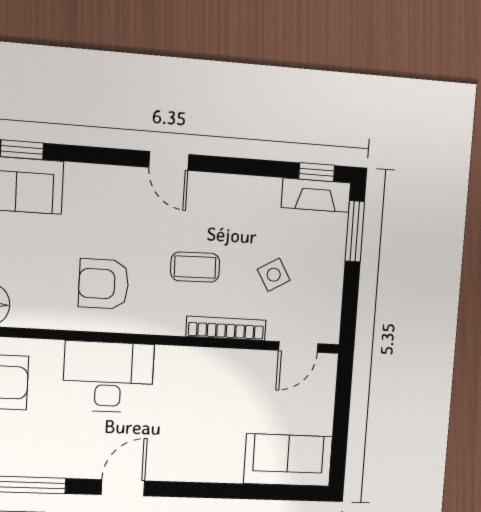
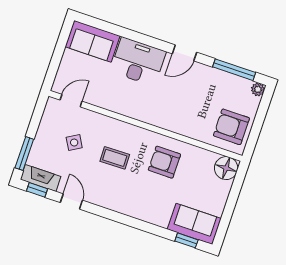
door: (169, 161) -> (71, 201), moved
armchair: (104, 284) -> (164, 162), turned 180
bookcase: (226, 328) -> (107, 121), removed
desk: (108, 377) -> (138, 62), moved, turned 180

